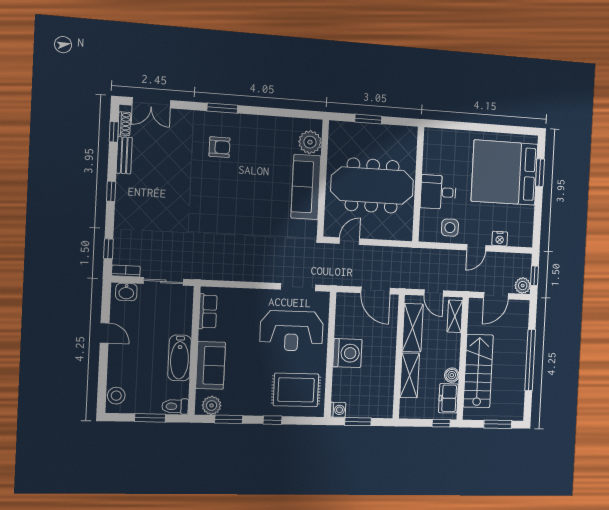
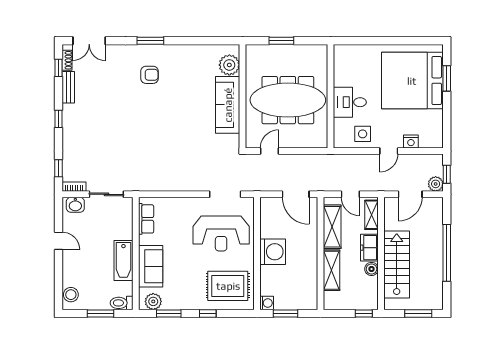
freezer: (448, 398) -> (369, 248), moved

